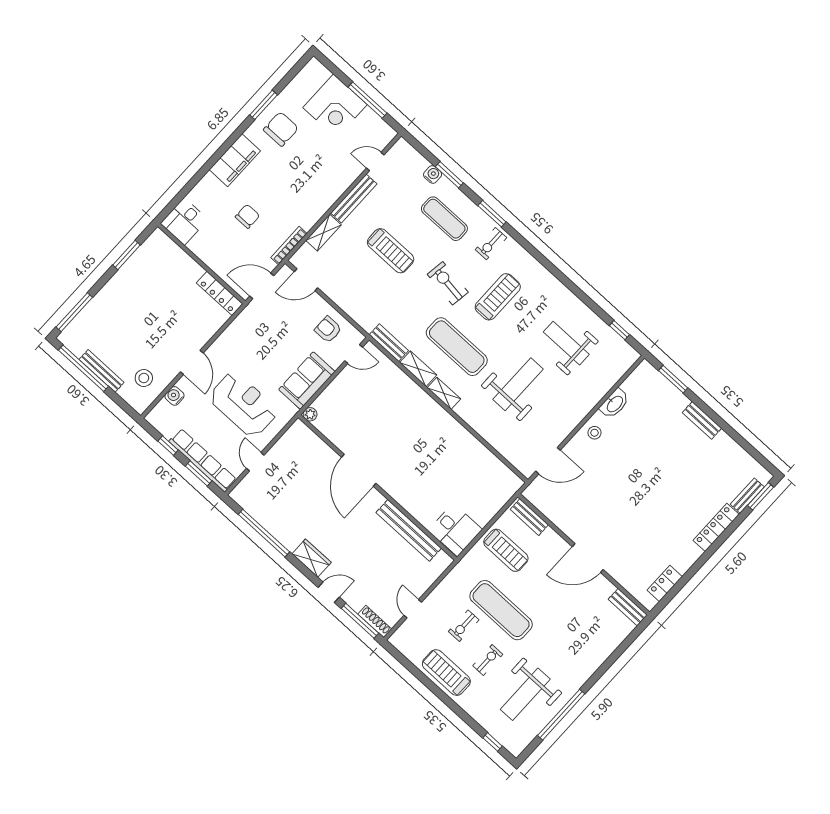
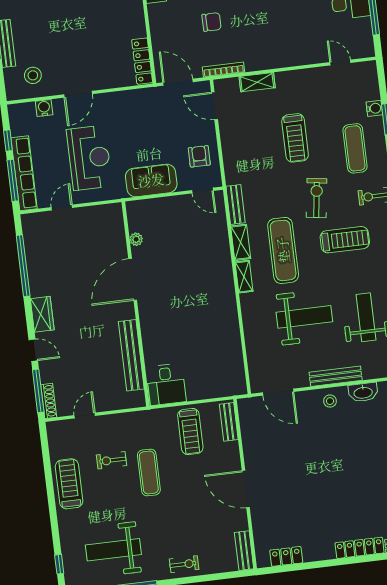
bench: (354, 199) -> (336, 376), moved
plant: (310, 414) -> (136, 239), moved
window: (199, 473) -> (13, 180), width x1.44
exercise mat: (501, 610) -> (149, 473), width x0.73, depth x0.69
exercise bike: (488, 660) -> (184, 564), moved

